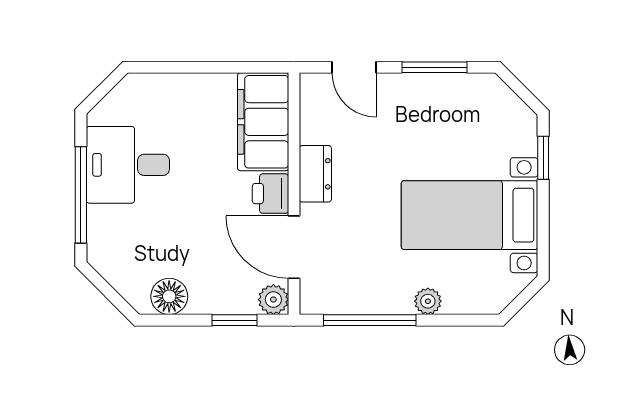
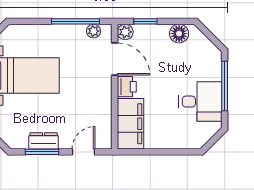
door: (354, 67) -> (84, 152), hinge flipped
dresser: (315, 174) -> (44, 141), moved, turned 90
plant: (428, 301) -> (94, 31), moved

